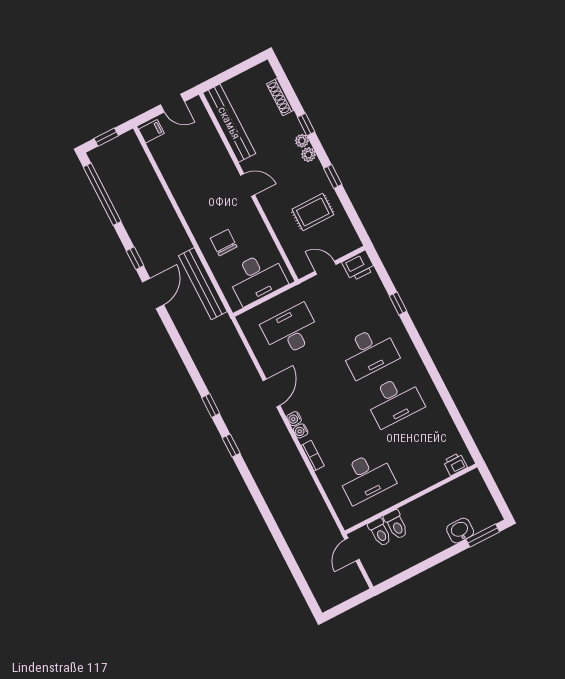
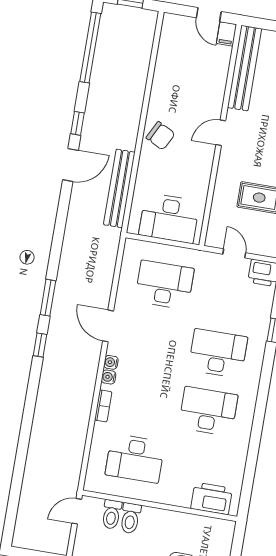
filing cabinet: (151, 131) -> (226, 34), moved, turned 90
door: (248, 185) -> (221, 133), swing flipped
chair: (224, 243) -> (161, 136), moved, turned 117
desk: (369, 352) -> (218, 353), turned 180
door: (272, 393) -> (108, 326), swing flipped
desk: (394, 401) -> (208, 411), turned 180
window: (211, 406) -> (48, 298), width x1.50
printer: (455, 464) -> (212, 498), width x1.87, depth x1.48

